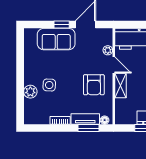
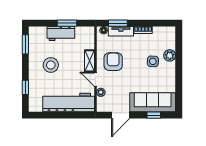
window: (62, 24) -> (154, 115), moved
sofa: (56, 39) -> (153, 102), width x1.36

